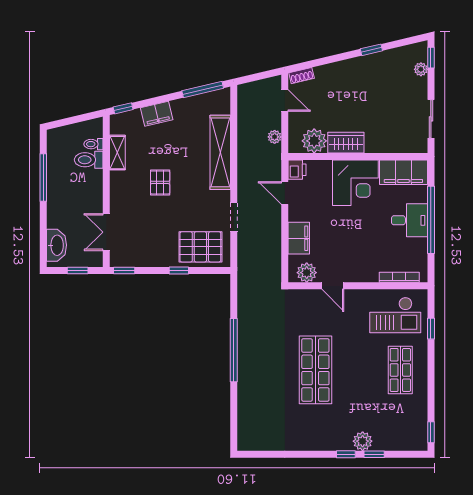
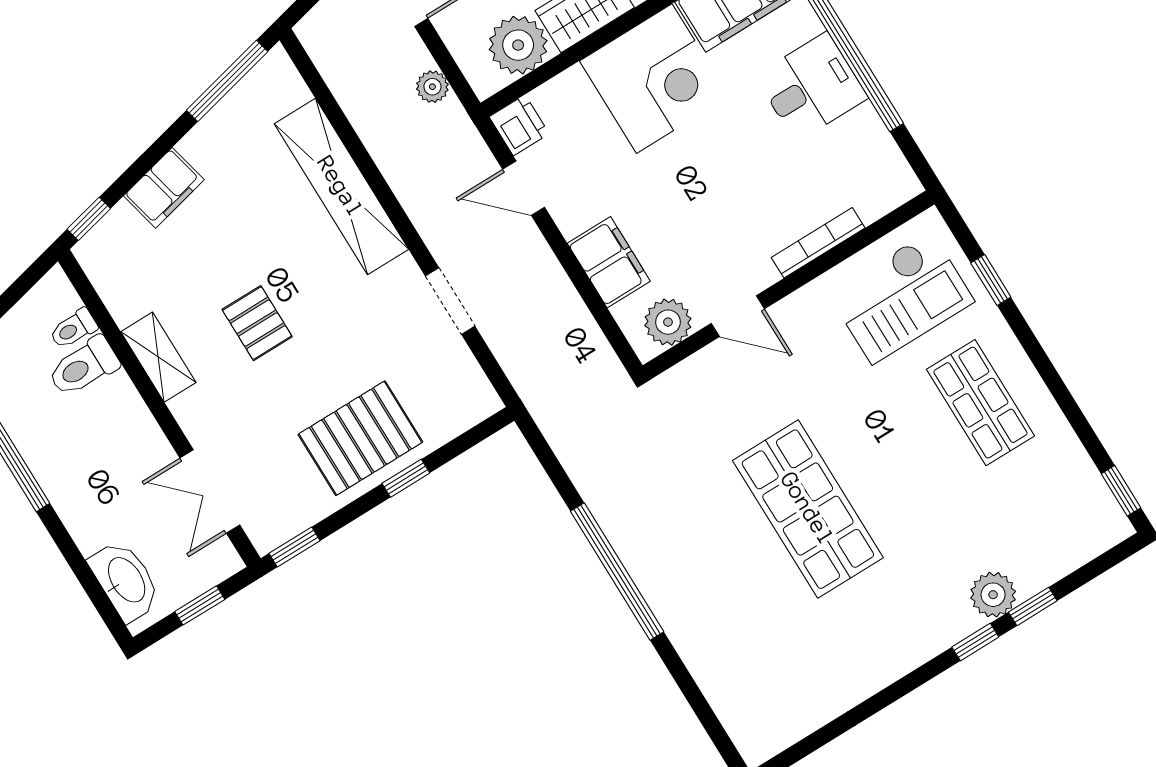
shelving: (117, 153) -> (158, 357), moved
pallet: (200, 247) -> (360, 438), moved
bookcase: (399, 277) -> (818, 243), moved

